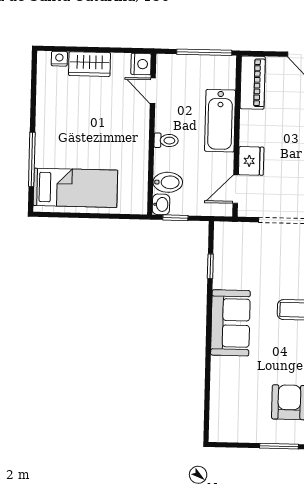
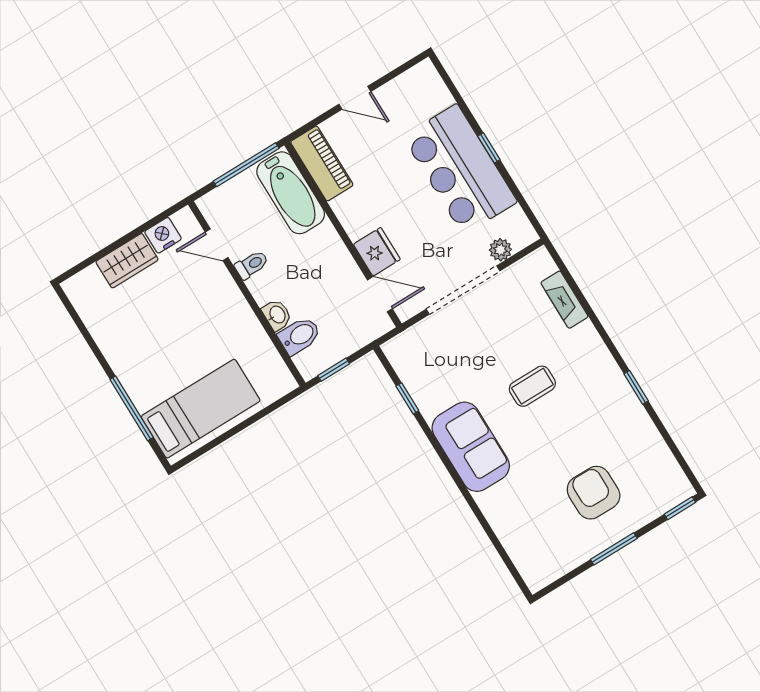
nightstand: (59, 59) -> (90, 277), removed
nightstand: (141, 64) -> (163, 235), moved, turned -90
bathtub: (220, 121) -> (291, 193), moved
toilet: (166, 140) -> (252, 265), moved
door: (236, 189) -> (380, 294), swing flipped
washbasin: (161, 204) -> (277, 315), moved

